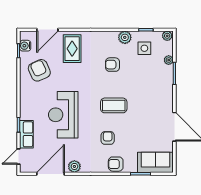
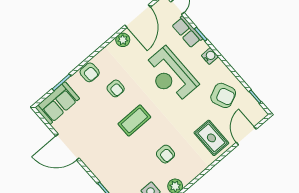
water cooler: (25, 46) -> (210, 56), moved
armchair: (112, 65) -> (166, 154), turned 90
reception desk: (63, 115) -> (170, 75), turned 180
armchair: (116, 164) -> (90, 72), turned 90

